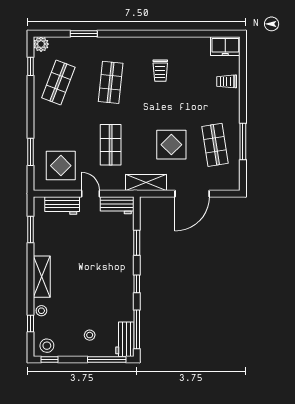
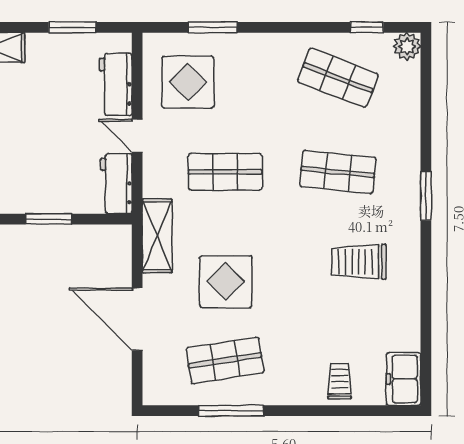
window: (84, 34) -> (426, 196), moved
trolley: (160, 71) -> (359, 262), width x1.36, depth x1.39
door: (91, 194) -> (137, 136), swing flipped

